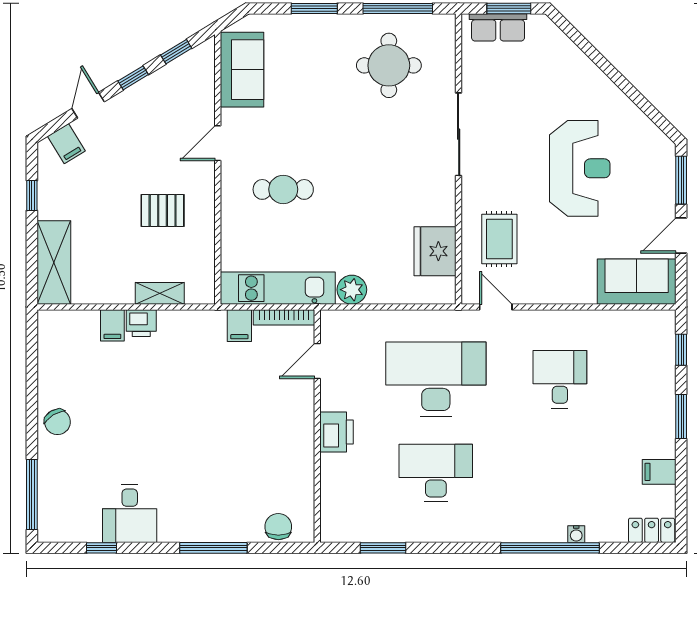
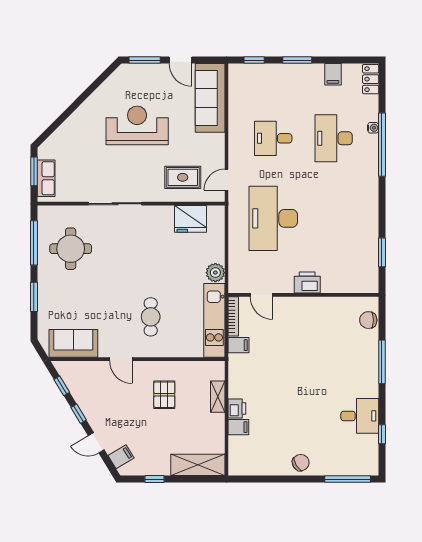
sofa: (637, 282) -> (210, 98), width x1.36
desk: (436, 473) -> (334, 138), moved

